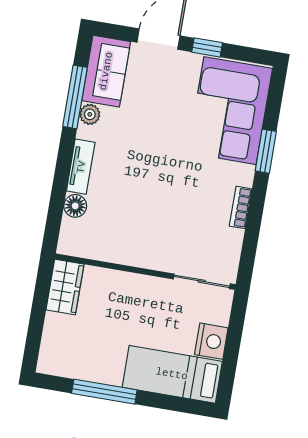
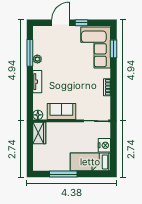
sofa: (106, 71) -> (61, 112), moved, turned -90
window: (266, 151) -> (114, 49), moved
floor lamp: (75, 206) -> (38, 115), moved

